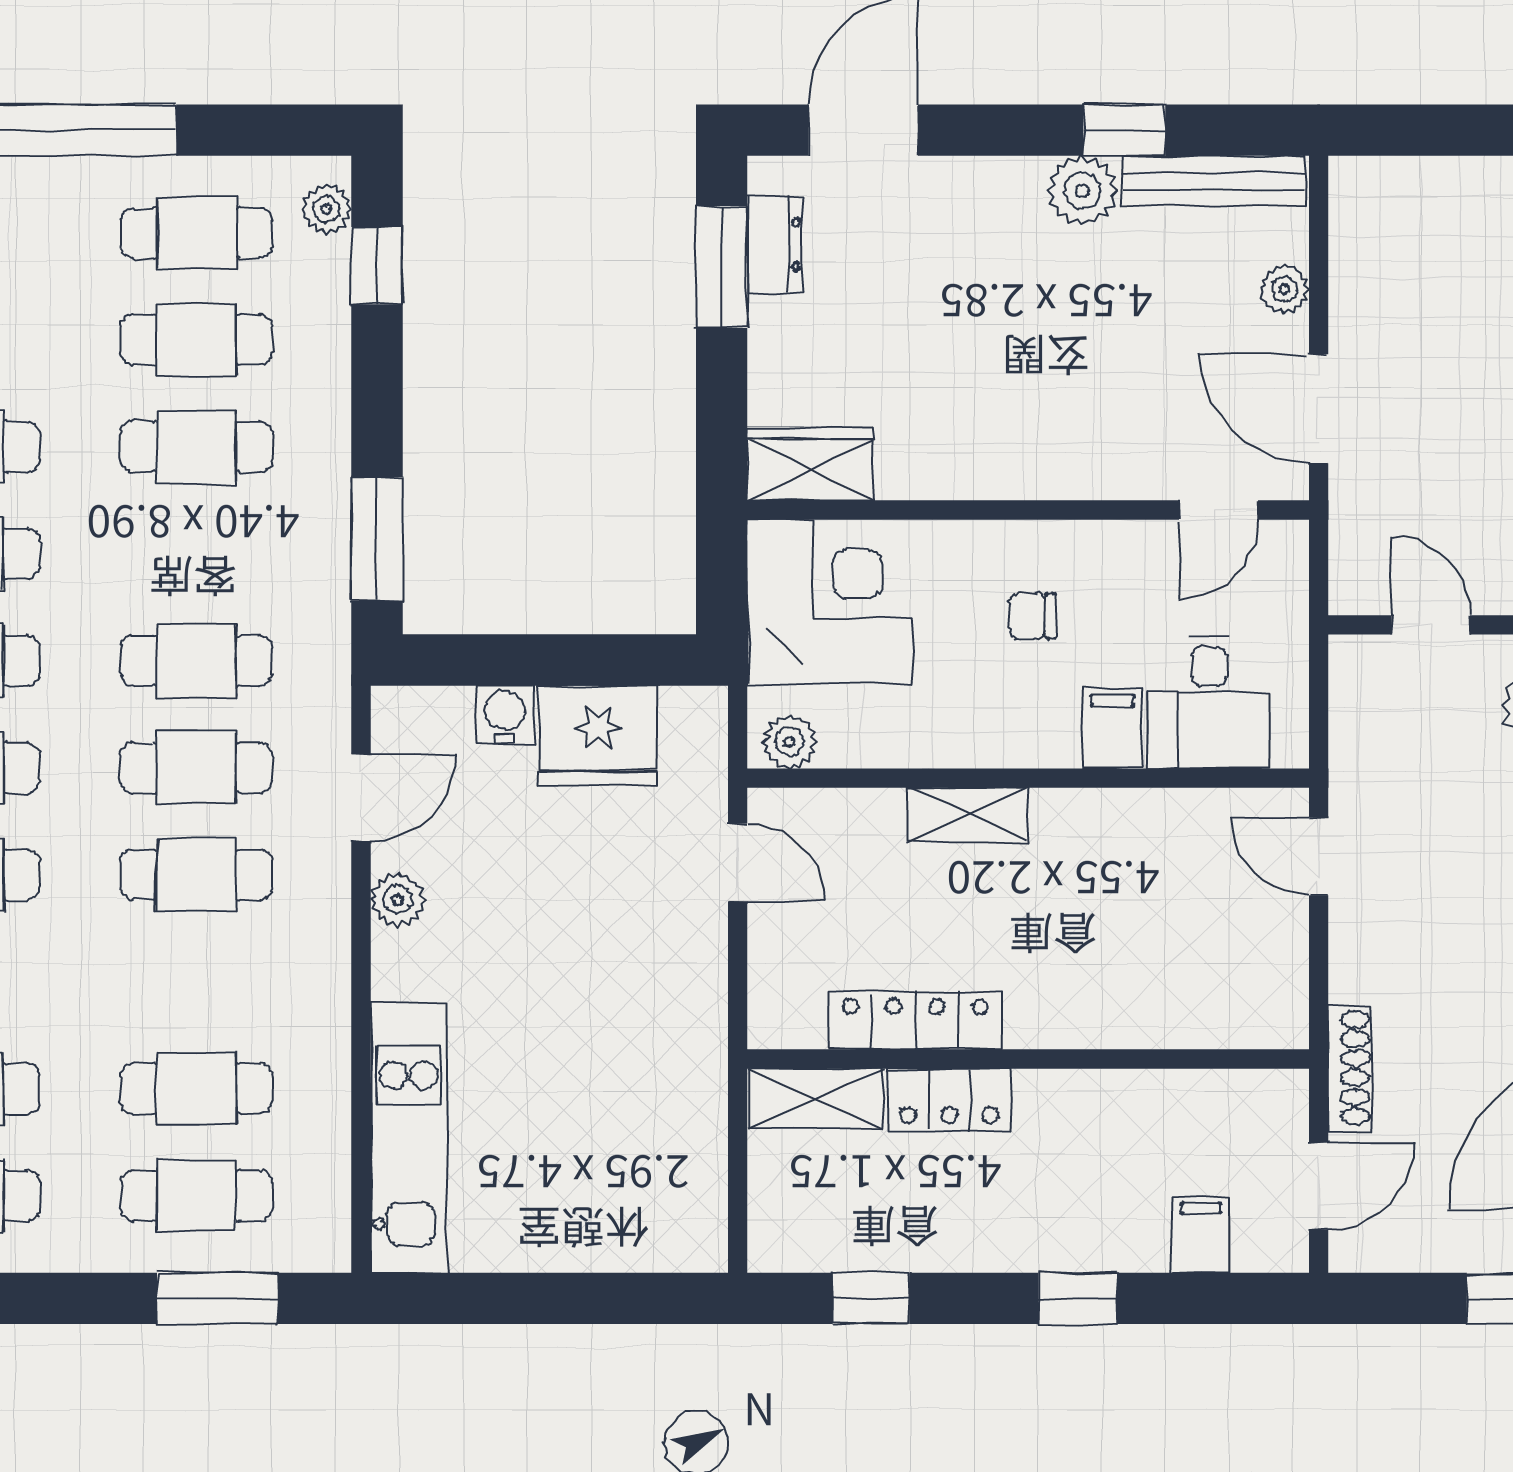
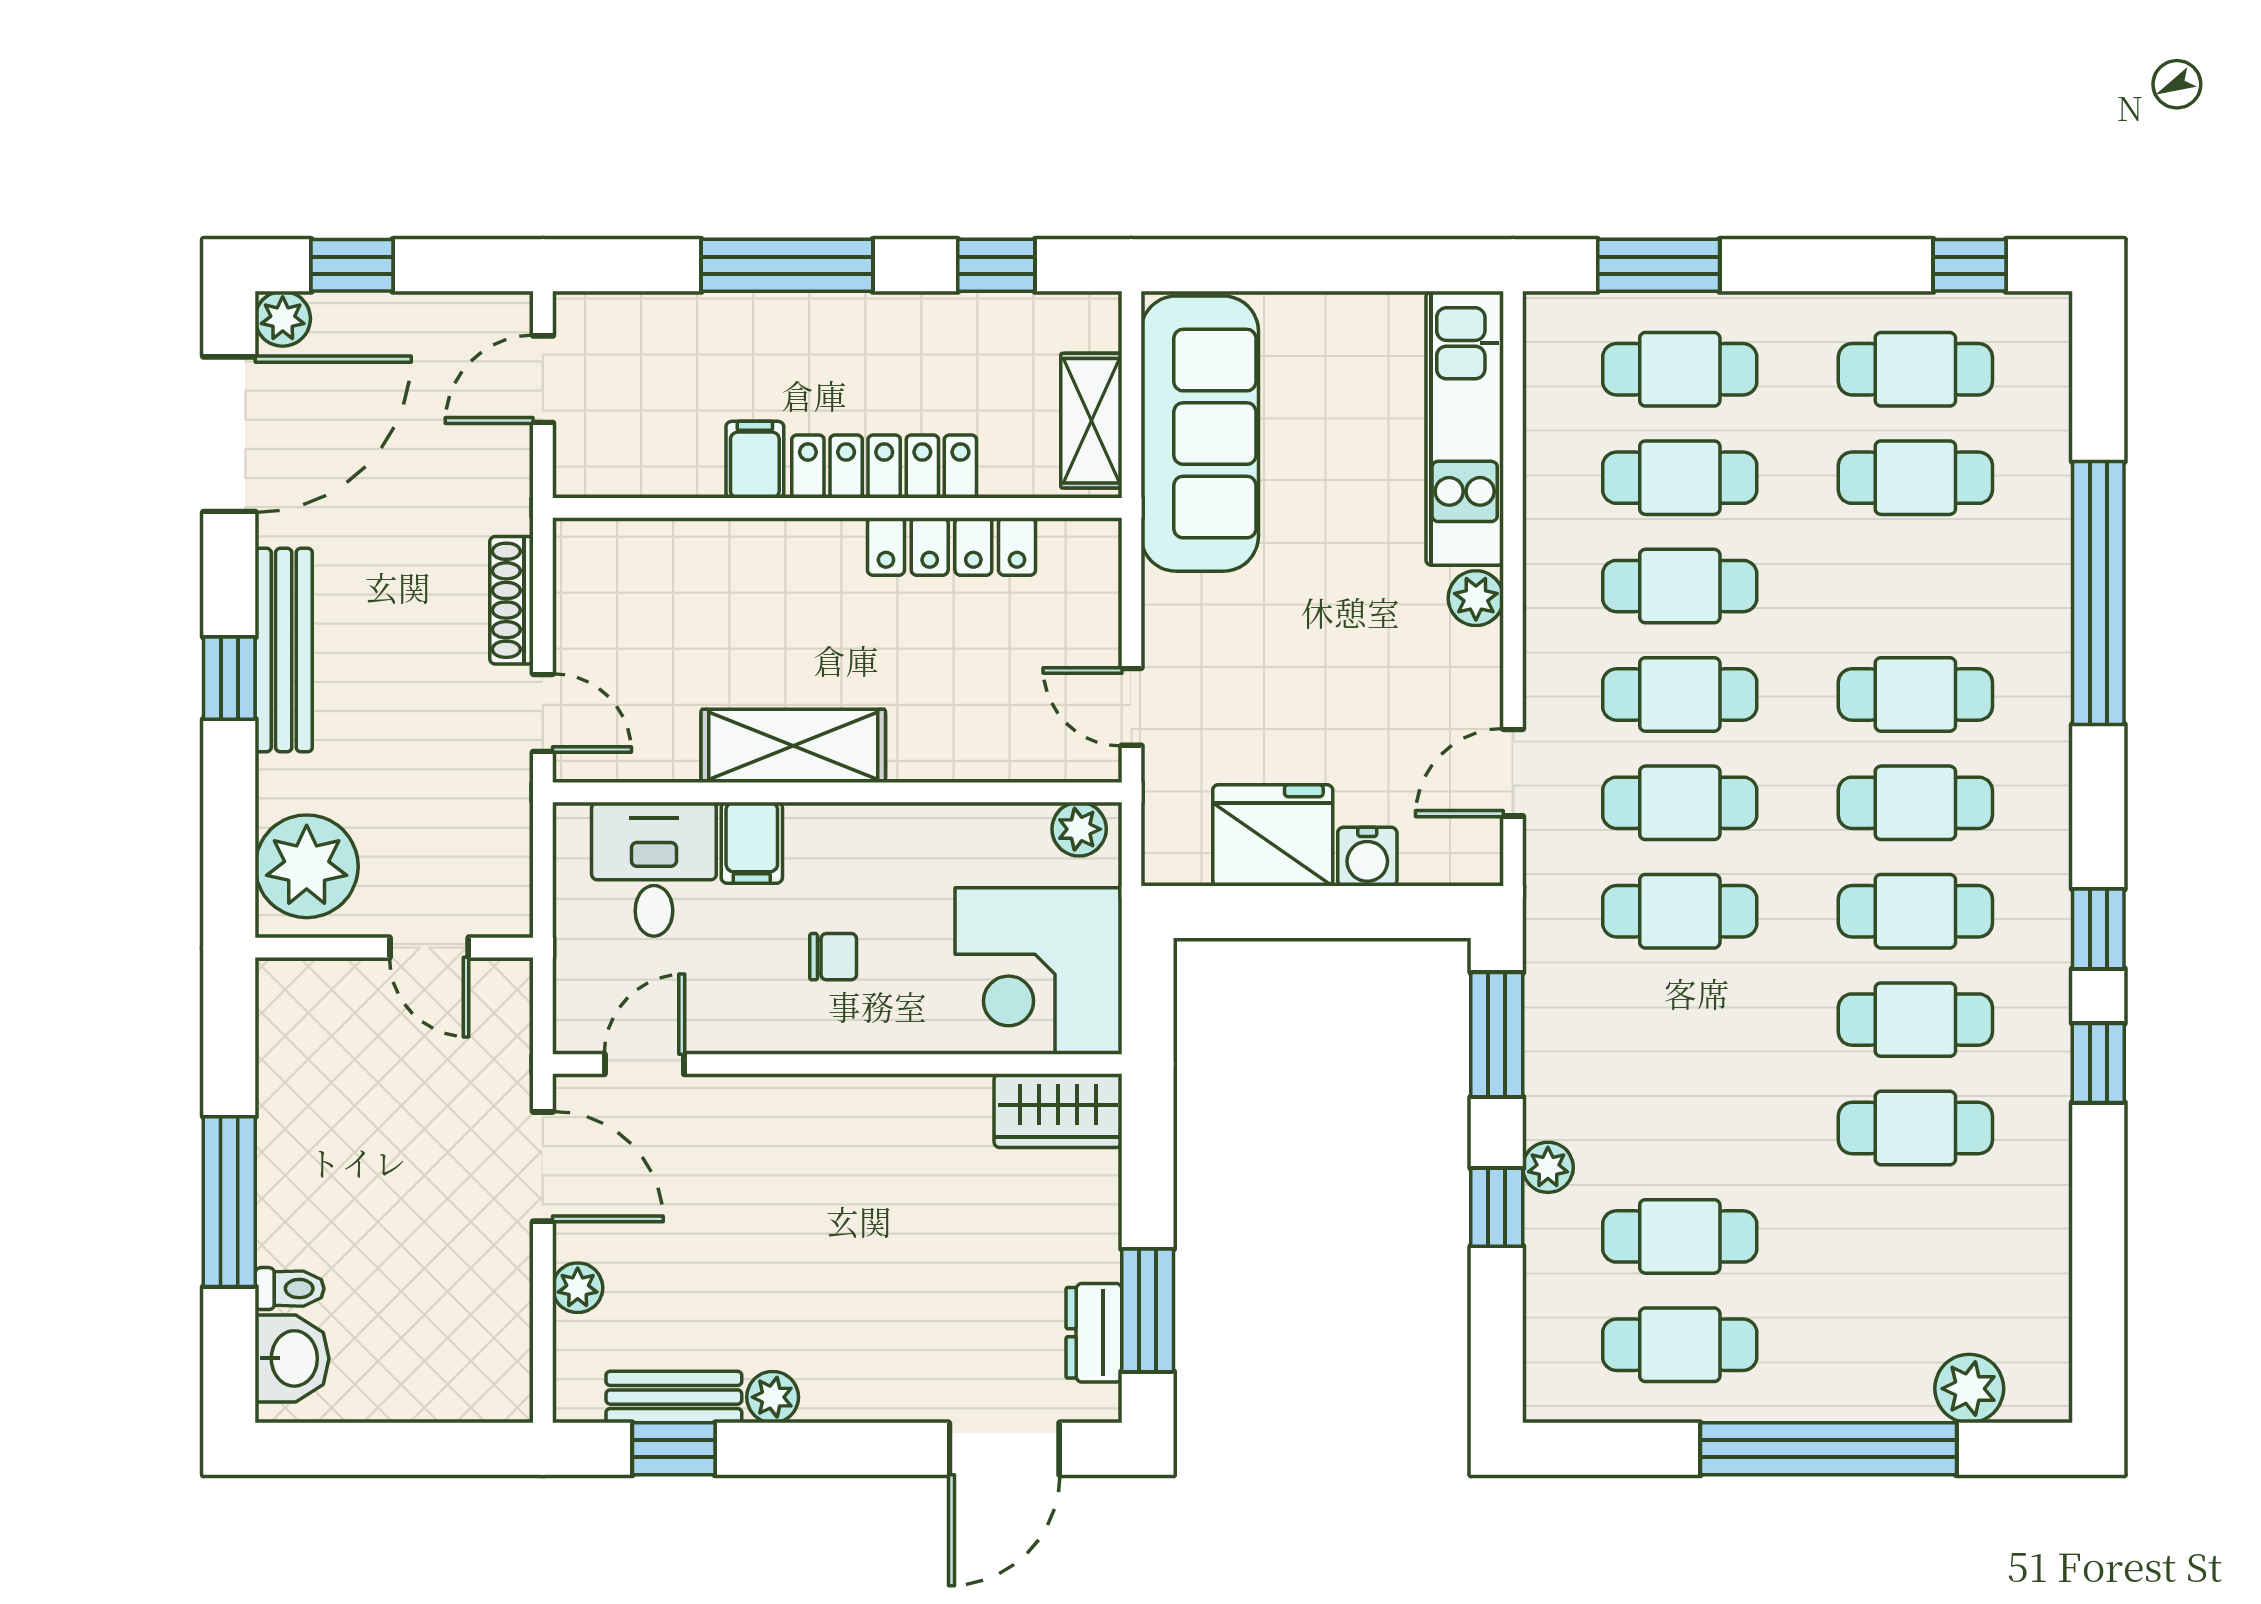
window: (1124, 130) -> (674, 1449), moved
bench: (1214, 181) -> (674, 1397), width x0.73
plant: (1082, 191) -> (773, 1397), width x0.73, depth x0.73
plant: (327, 209) -> (1548, 1167), moved
window: (377, 266) -> (1497, 1207), moved
cafe table: (196, 447) -> (1680, 586), moved
shelving: (968, 815) -> (793, 746), moved, width x1.50, depth x1.33
plant: (398, 899) -> (1476, 598), moved
shoe rack: (1350, 1068) -> (512, 600), moved
shelving: (816, 1099) -> (1091, 421), moved, turned 90
locker: (949, 1100) -> (884, 467), width x1.53
sofa: (670, 1132) -> (1200, 434), added
filing cabinet: (1201, 1235) -> (755, 460), moved, turned 180
window: (1078, 1298) -> (787, 265), width x2.17

